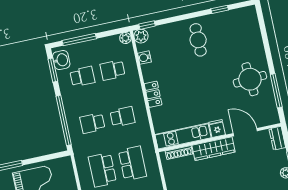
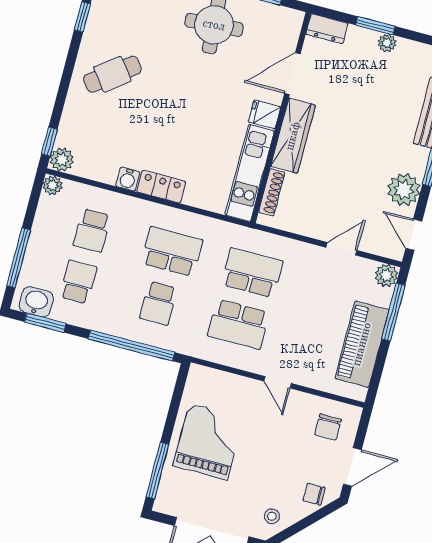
cafe table: (198, 40) -> (112, 74), turned -37
water cooler: (144, 58) -> (128, 179), moved
school desk: (122, 117) -> (172, 252), width x1.85

